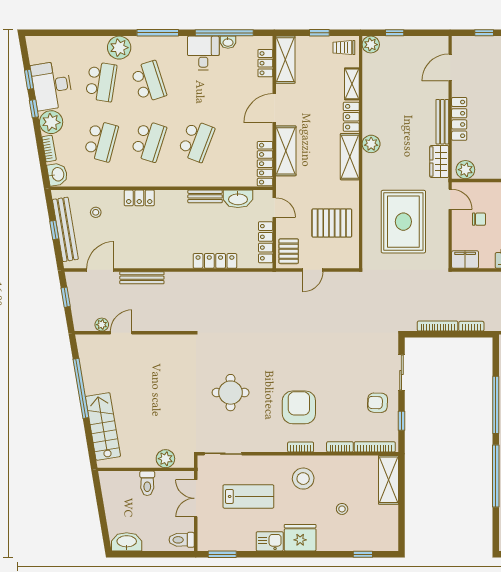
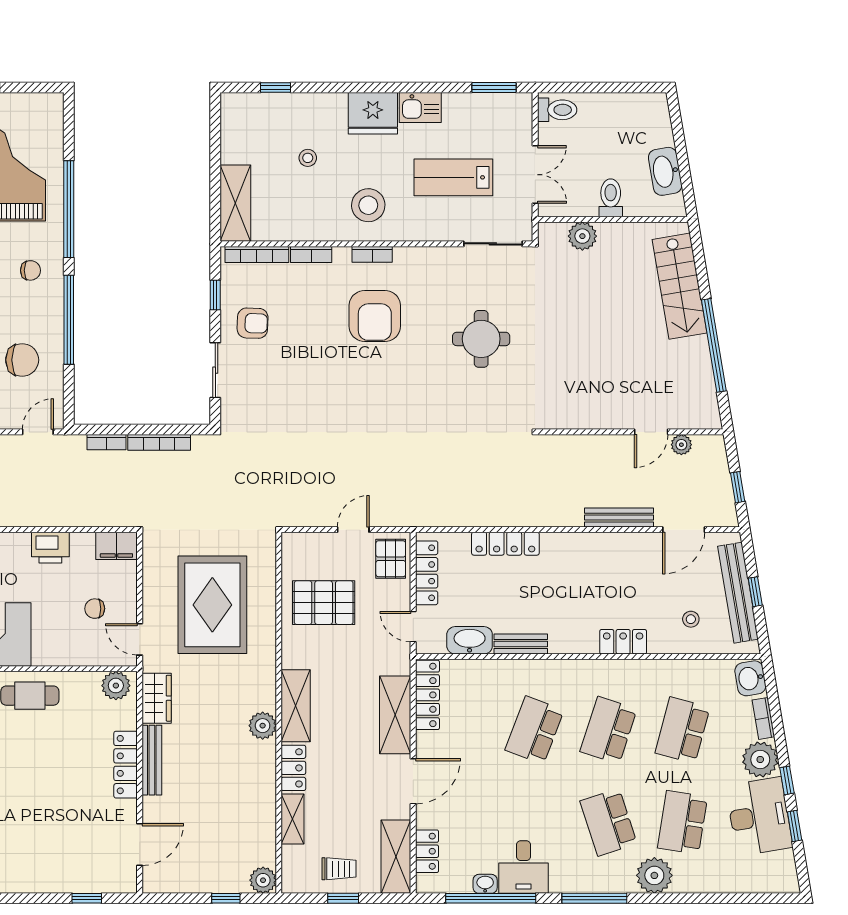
trolley: (344, 48) -> (339, 869), moved
washbasin: (127, 542) -> (665, 171), moved, turned 80

